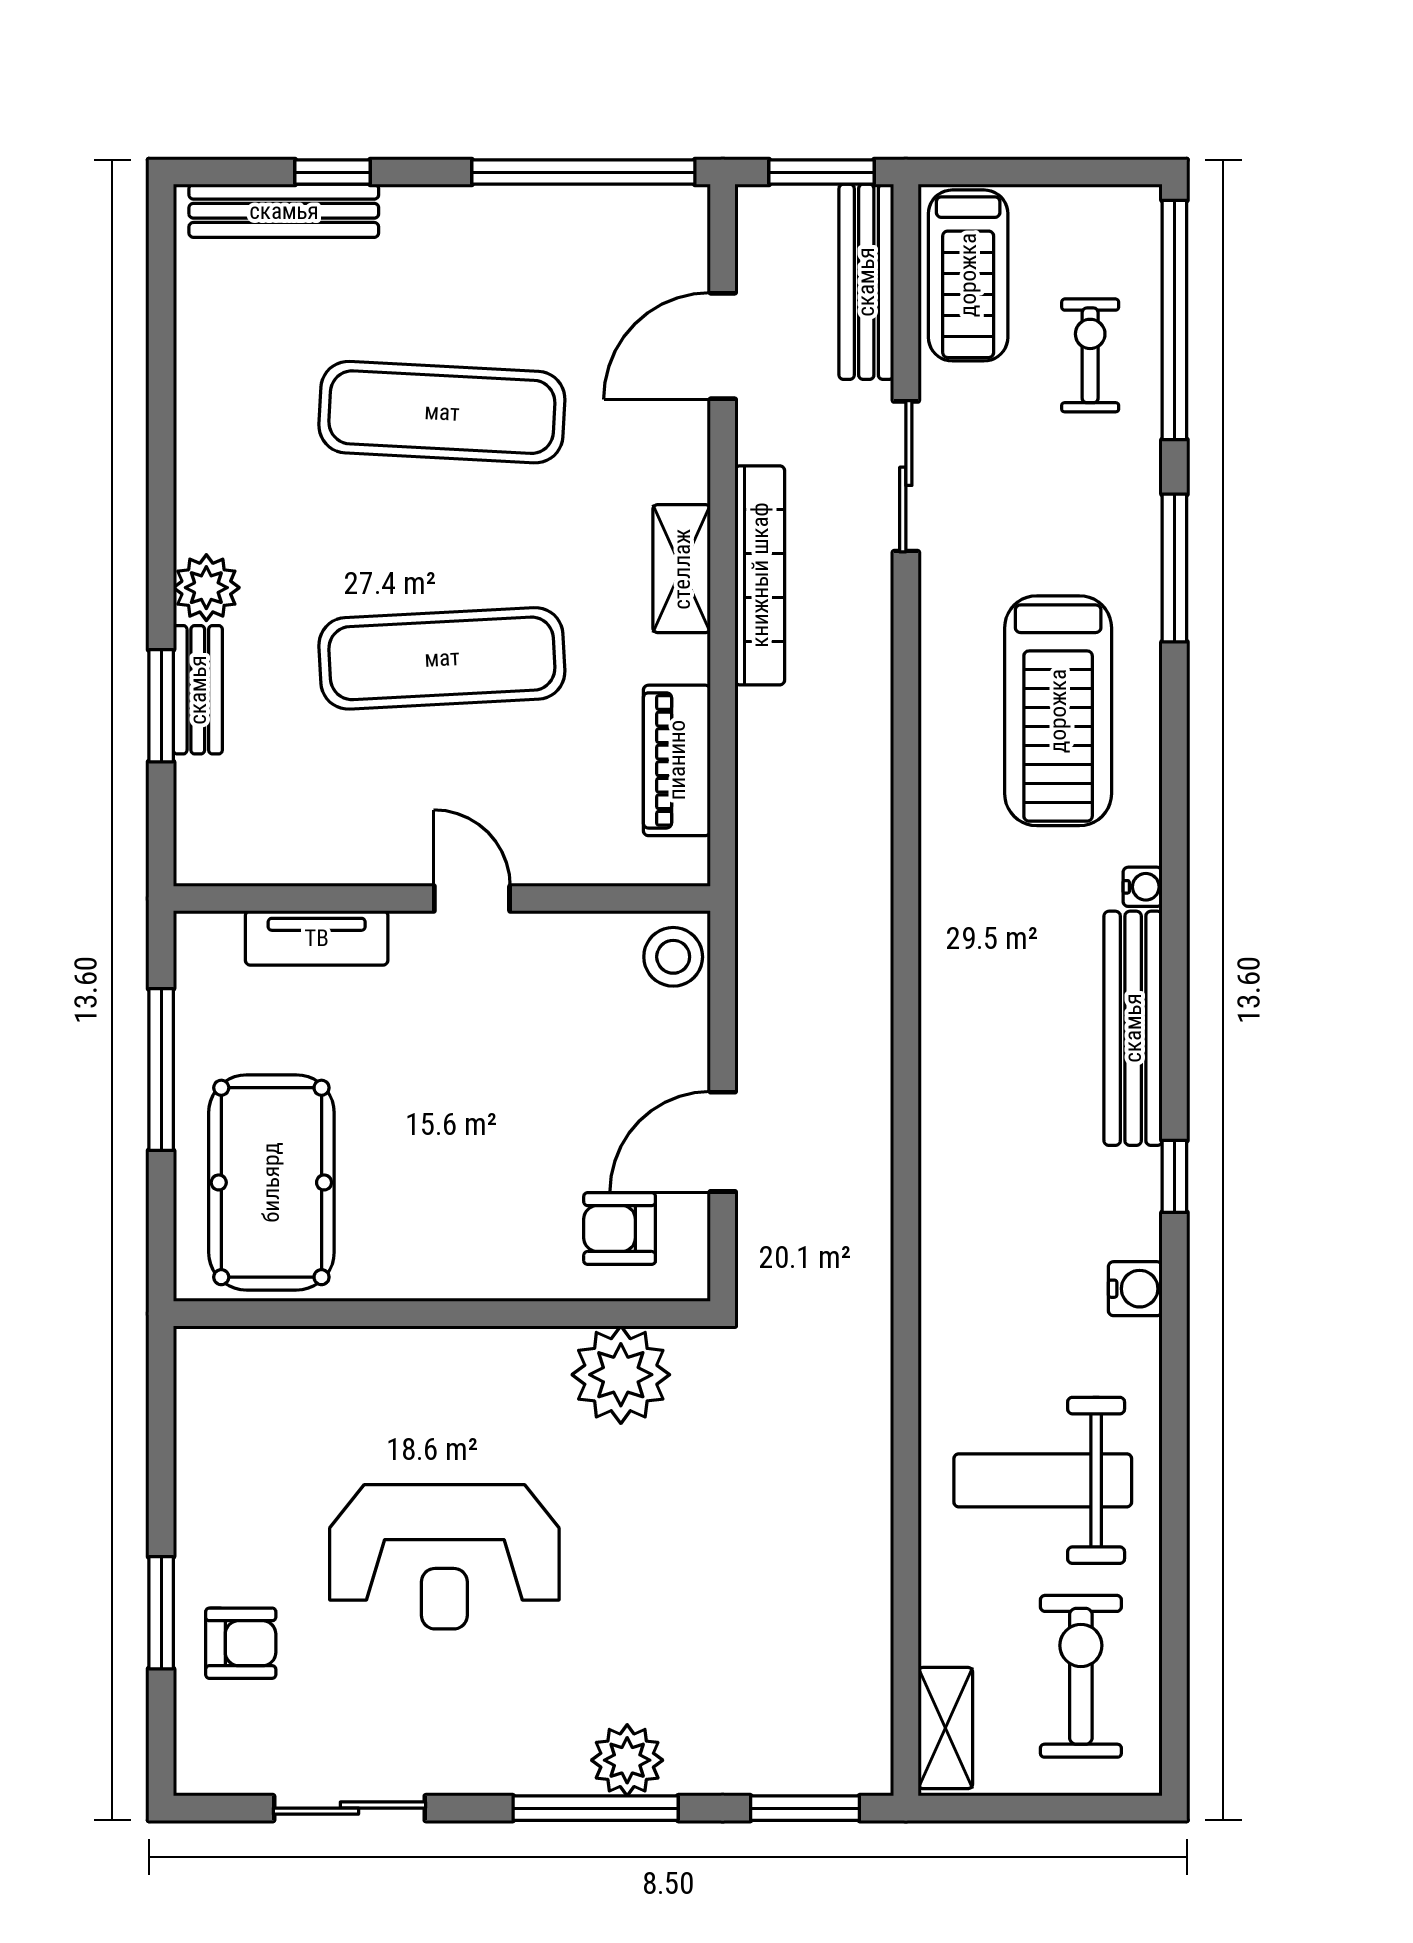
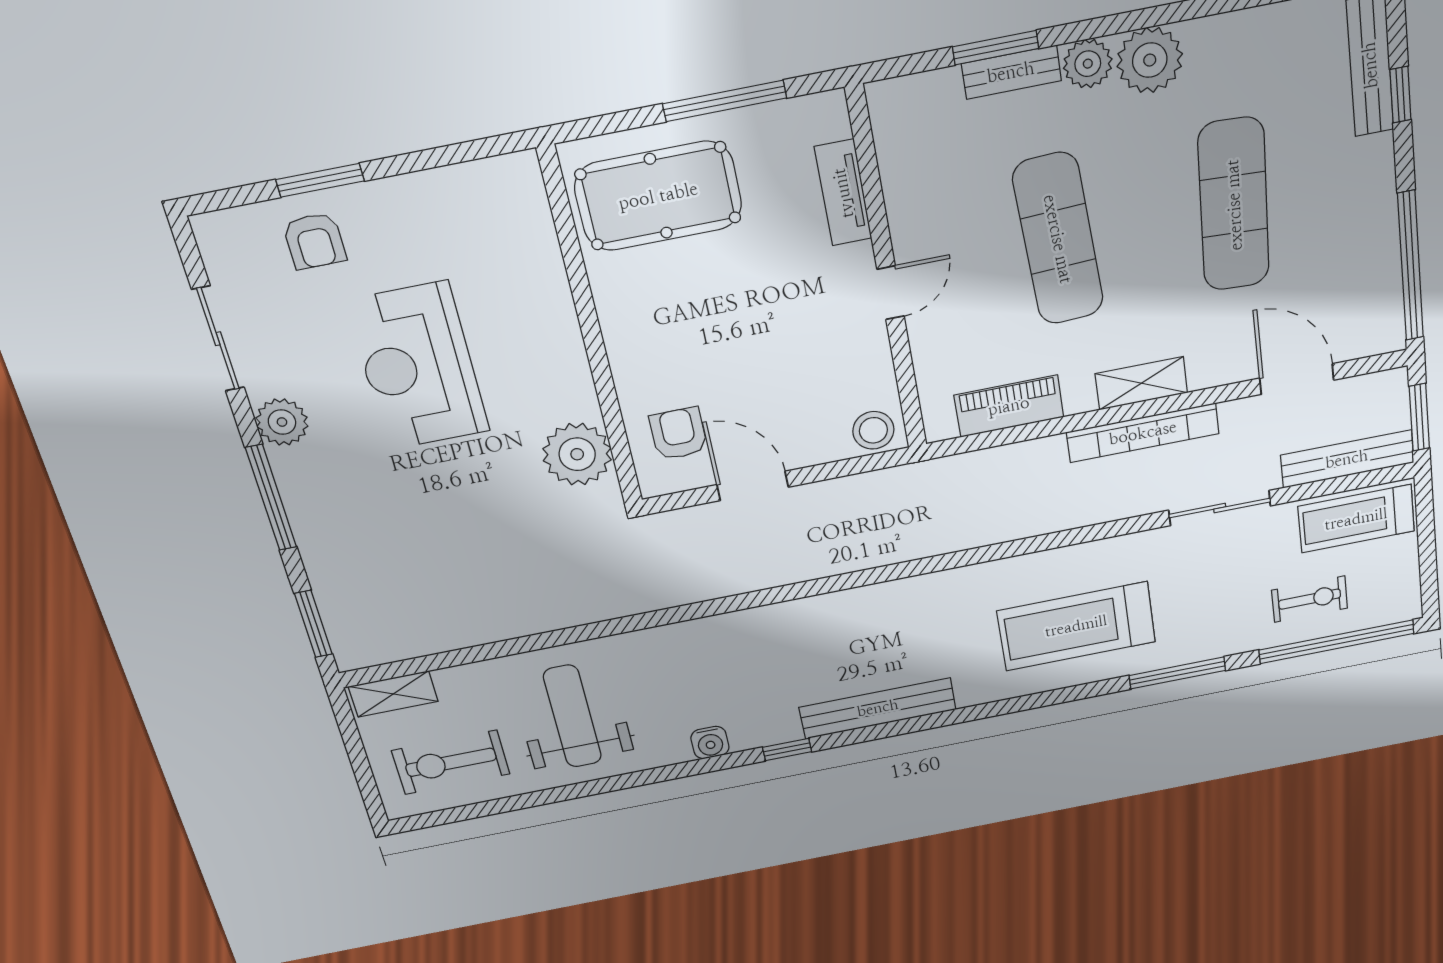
plant: (218, 505) -> (1150, 60), added
water cooler: (1143, 887) -> (970, 696), removed
exercise bike: (1081, 1676) -> (451, 762), turned 180
plant: (627, 1760) -> (282, 422), moved

